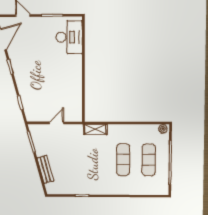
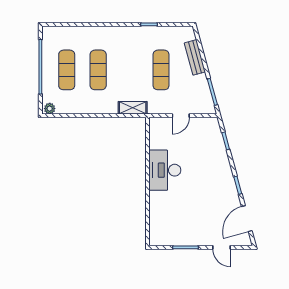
desk: (69, 37) -> (165, 170), moved
exercise mat: (72, 159) -> (161, 70), added

